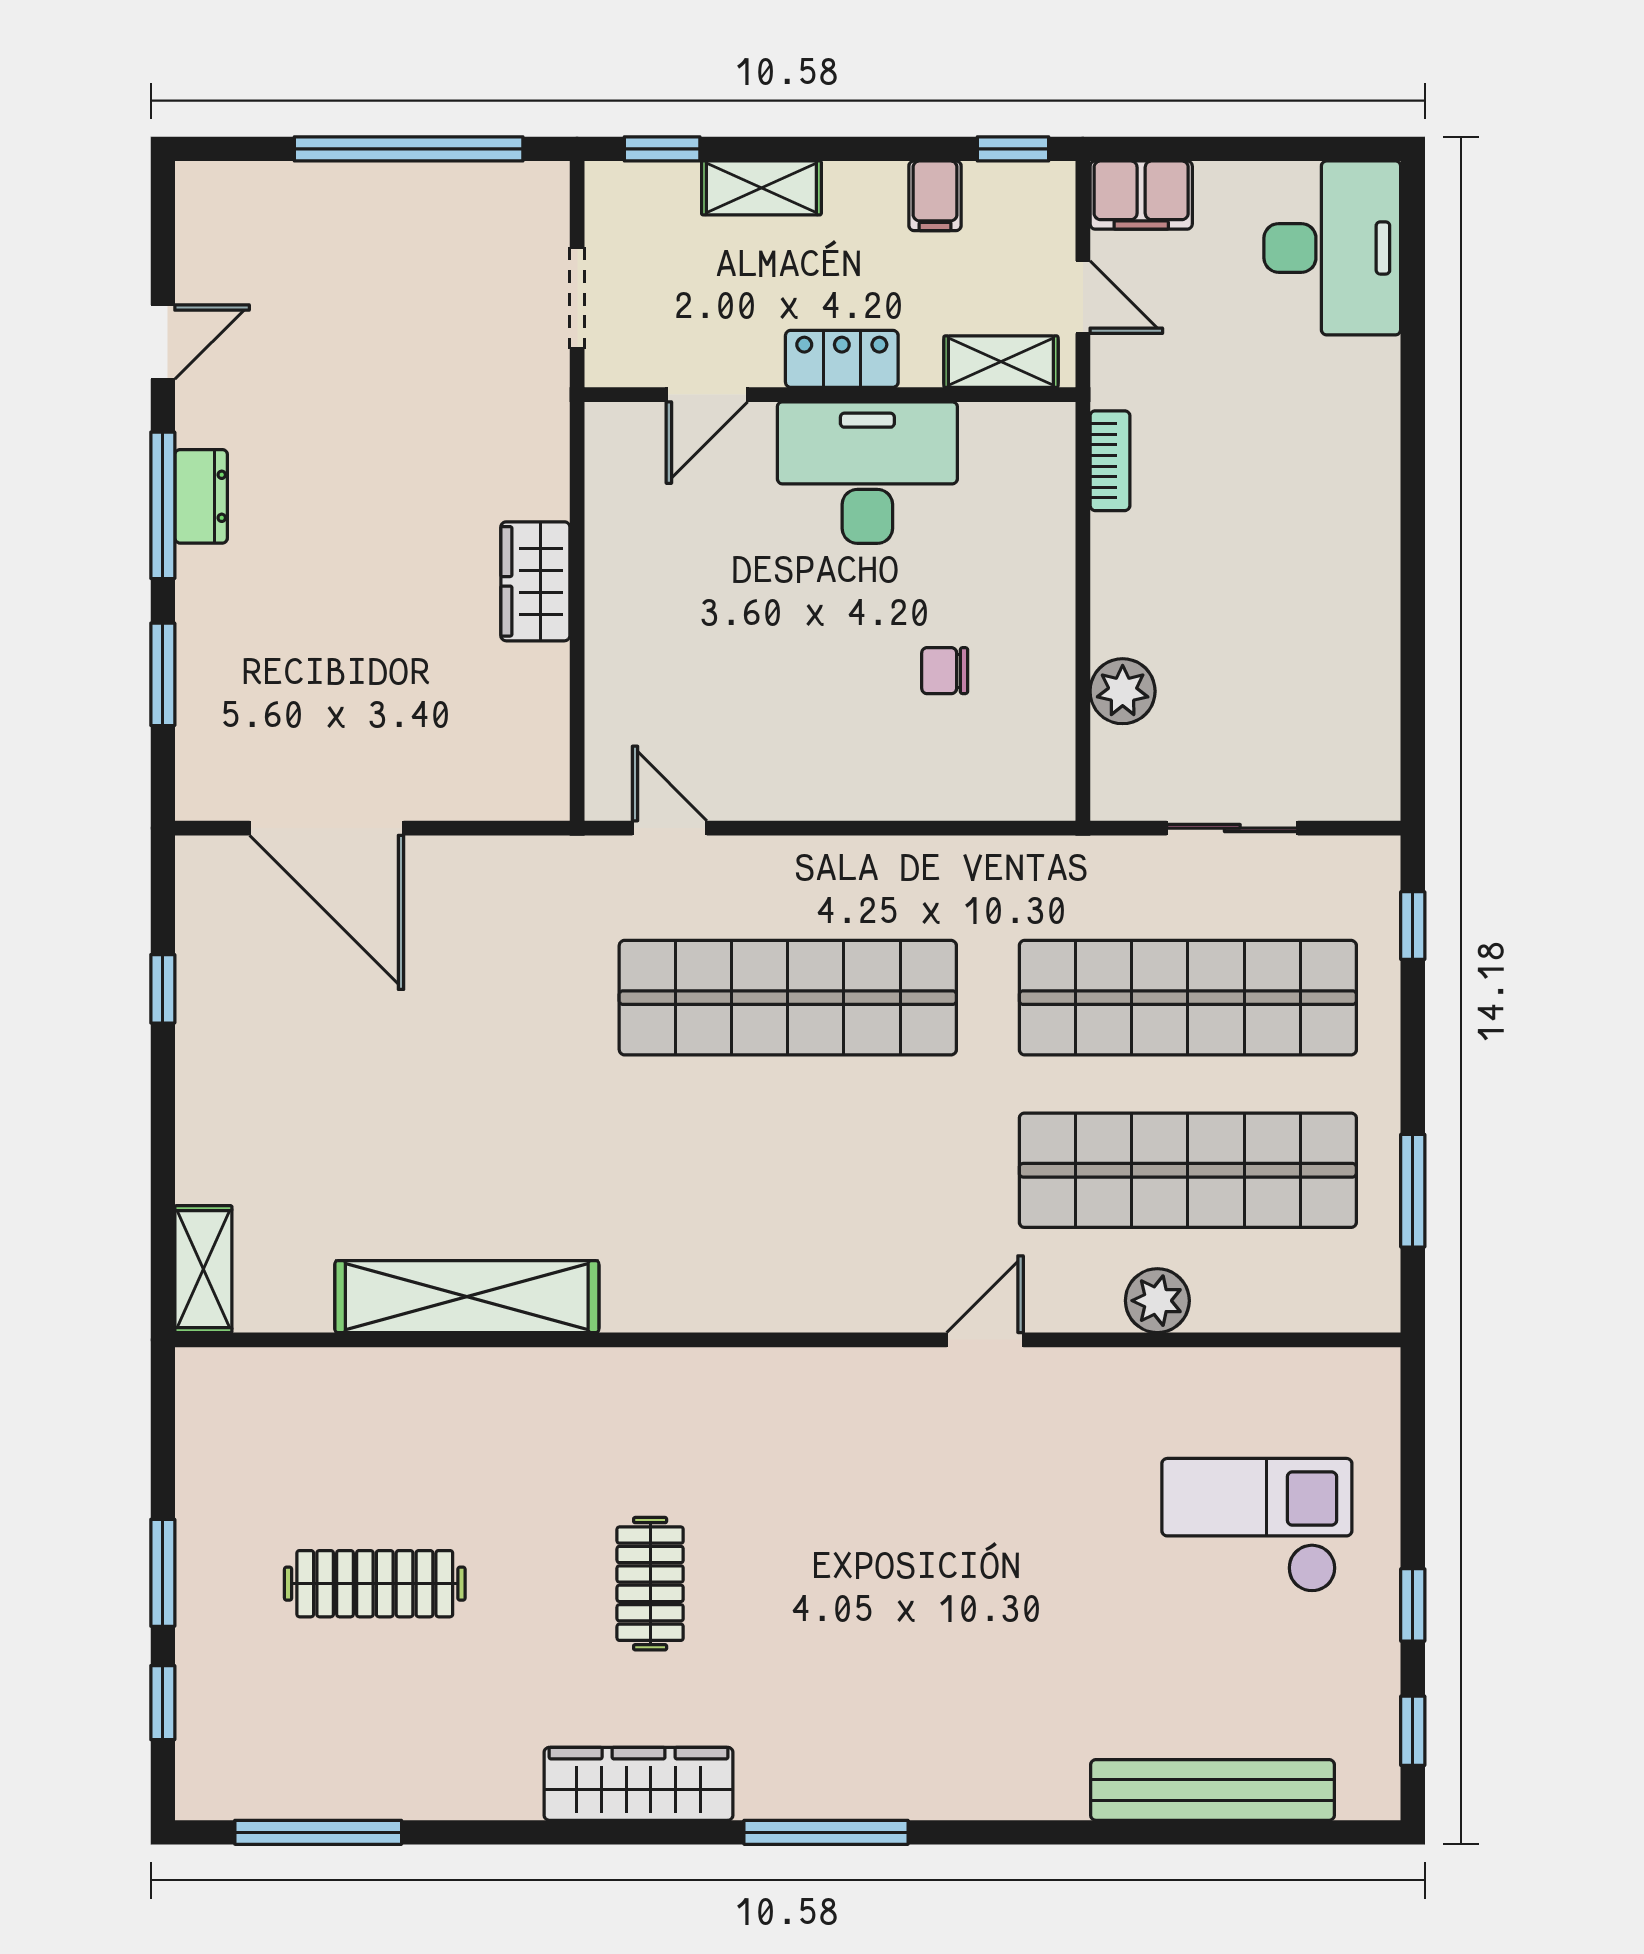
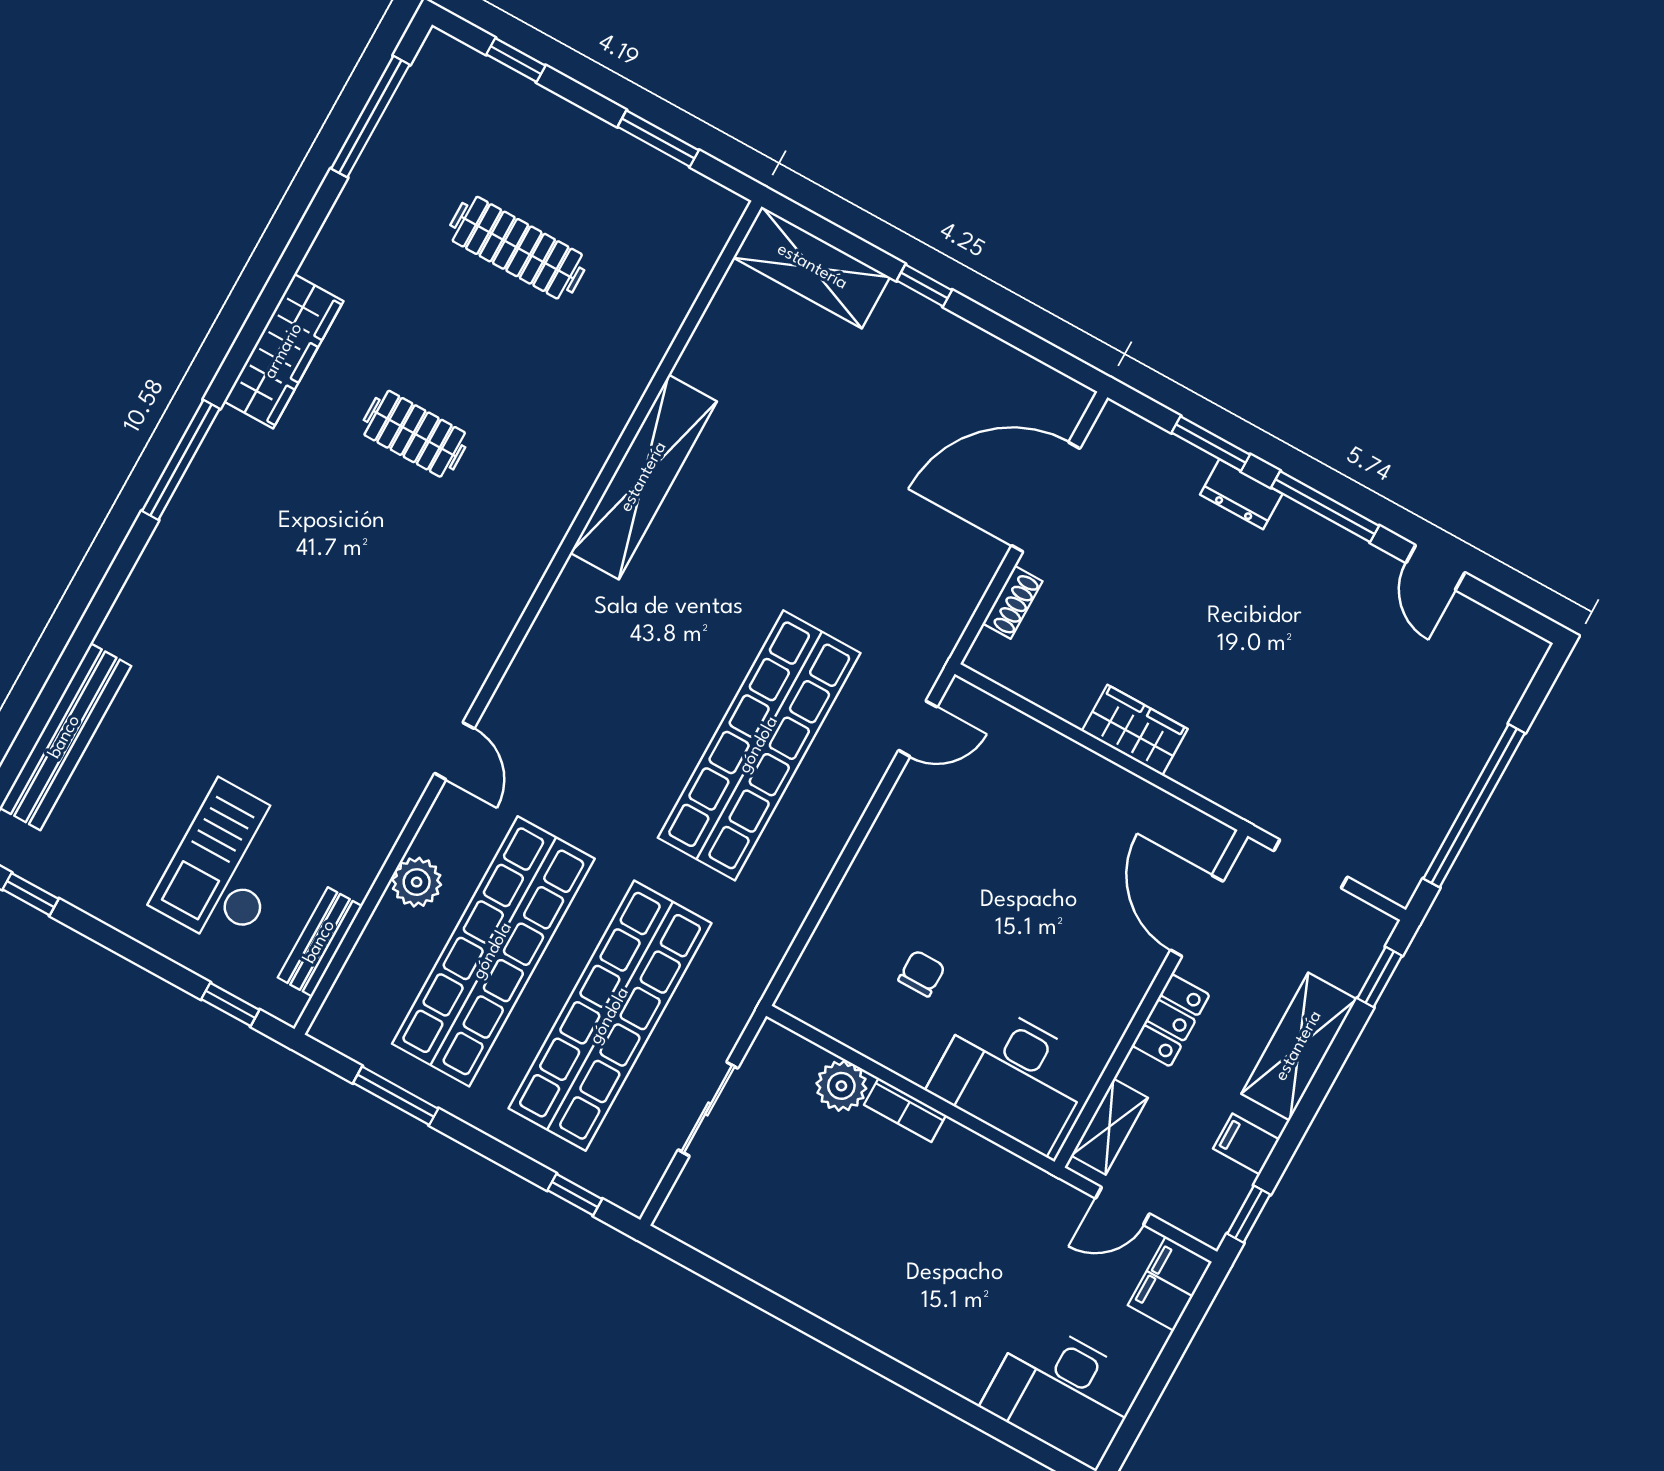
shelving: (761, 188) -> (1299, 1046), width x1.50, depth x1.33
door: (707, 395) -> (1197, 916), width x1.37
bookcase: (1110, 461) -> (905, 1110), moved
desk: (867, 473) -> (1012, 1076), moved, turned 90
dresser: (201, 496) -> (1241, 494), moved
shoe rack: (467, 800) -> (1012, 602), added
window: (163, 989) -> (924, 285), moved
shelving: (203, 1269) -> (812, 267), width x1.50, depth x1.33
shelving: (467, 1297) -> (644, 477), moved
bench: (1286, 1373) -> (320, 942), added
checkout: (1257, 1525) -> (228, 866), turned 180
window: (163, 1573) -> (658, 139), moved
clothes rail: (375, 1584) -> (517, 248), turned 90
window: (1413, 1605) -> (230, 1005), moved

